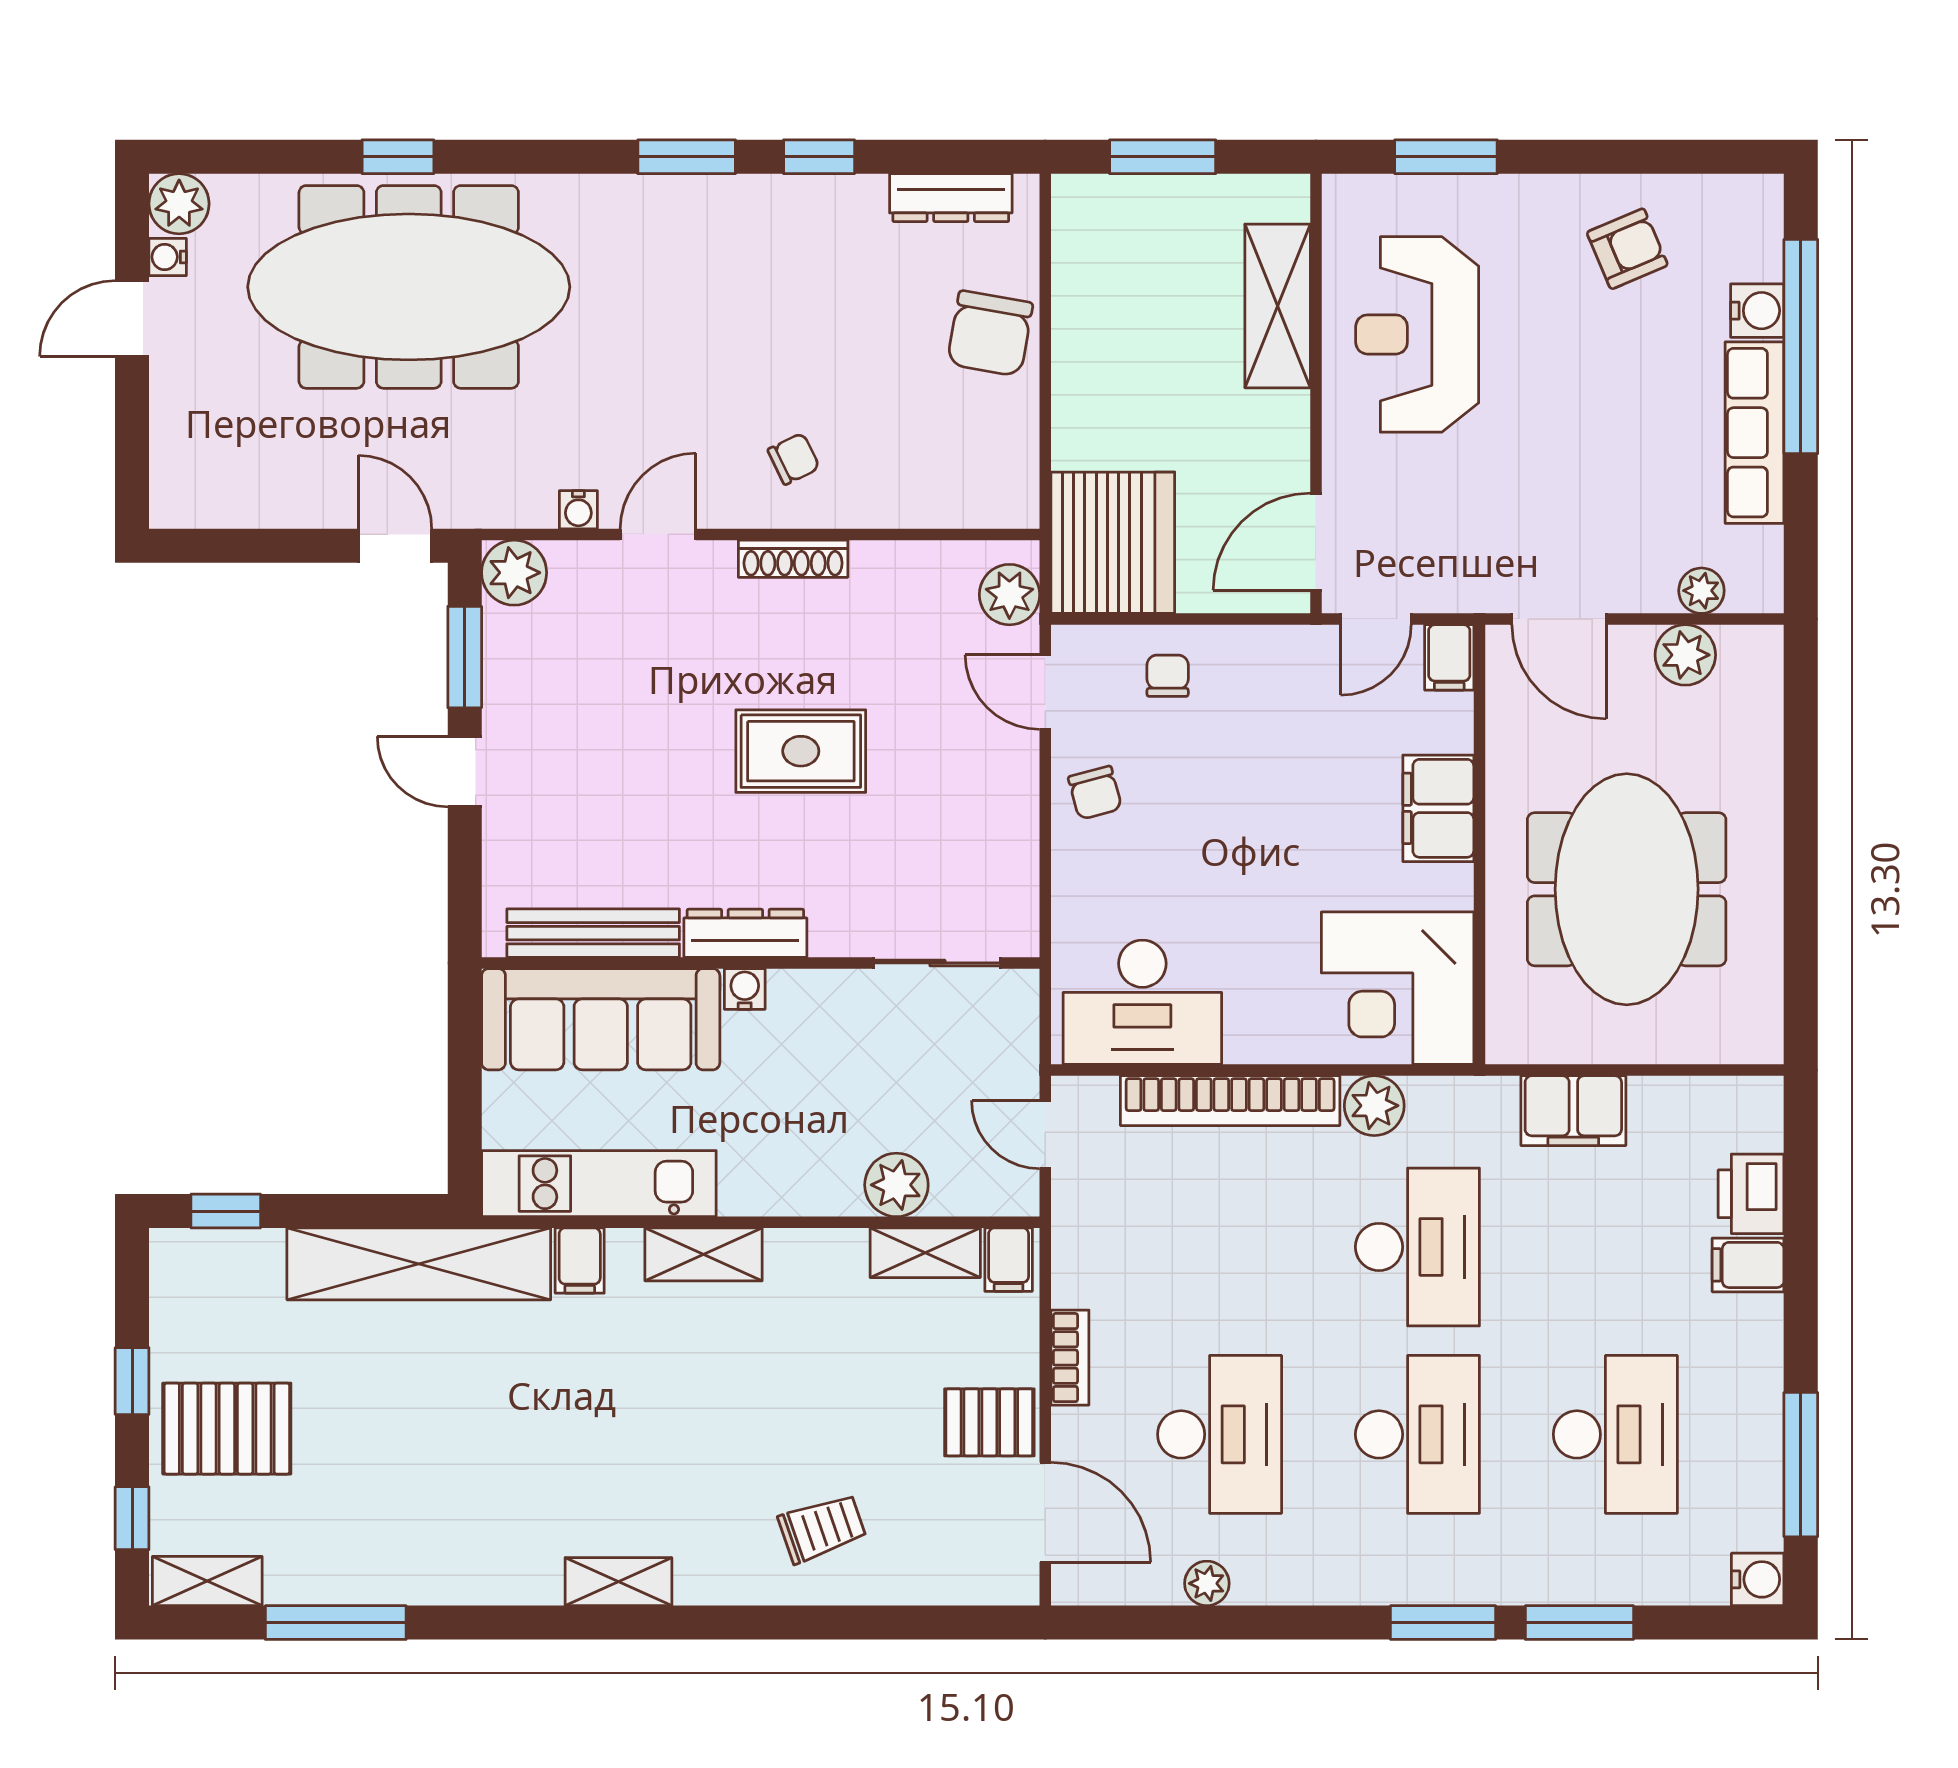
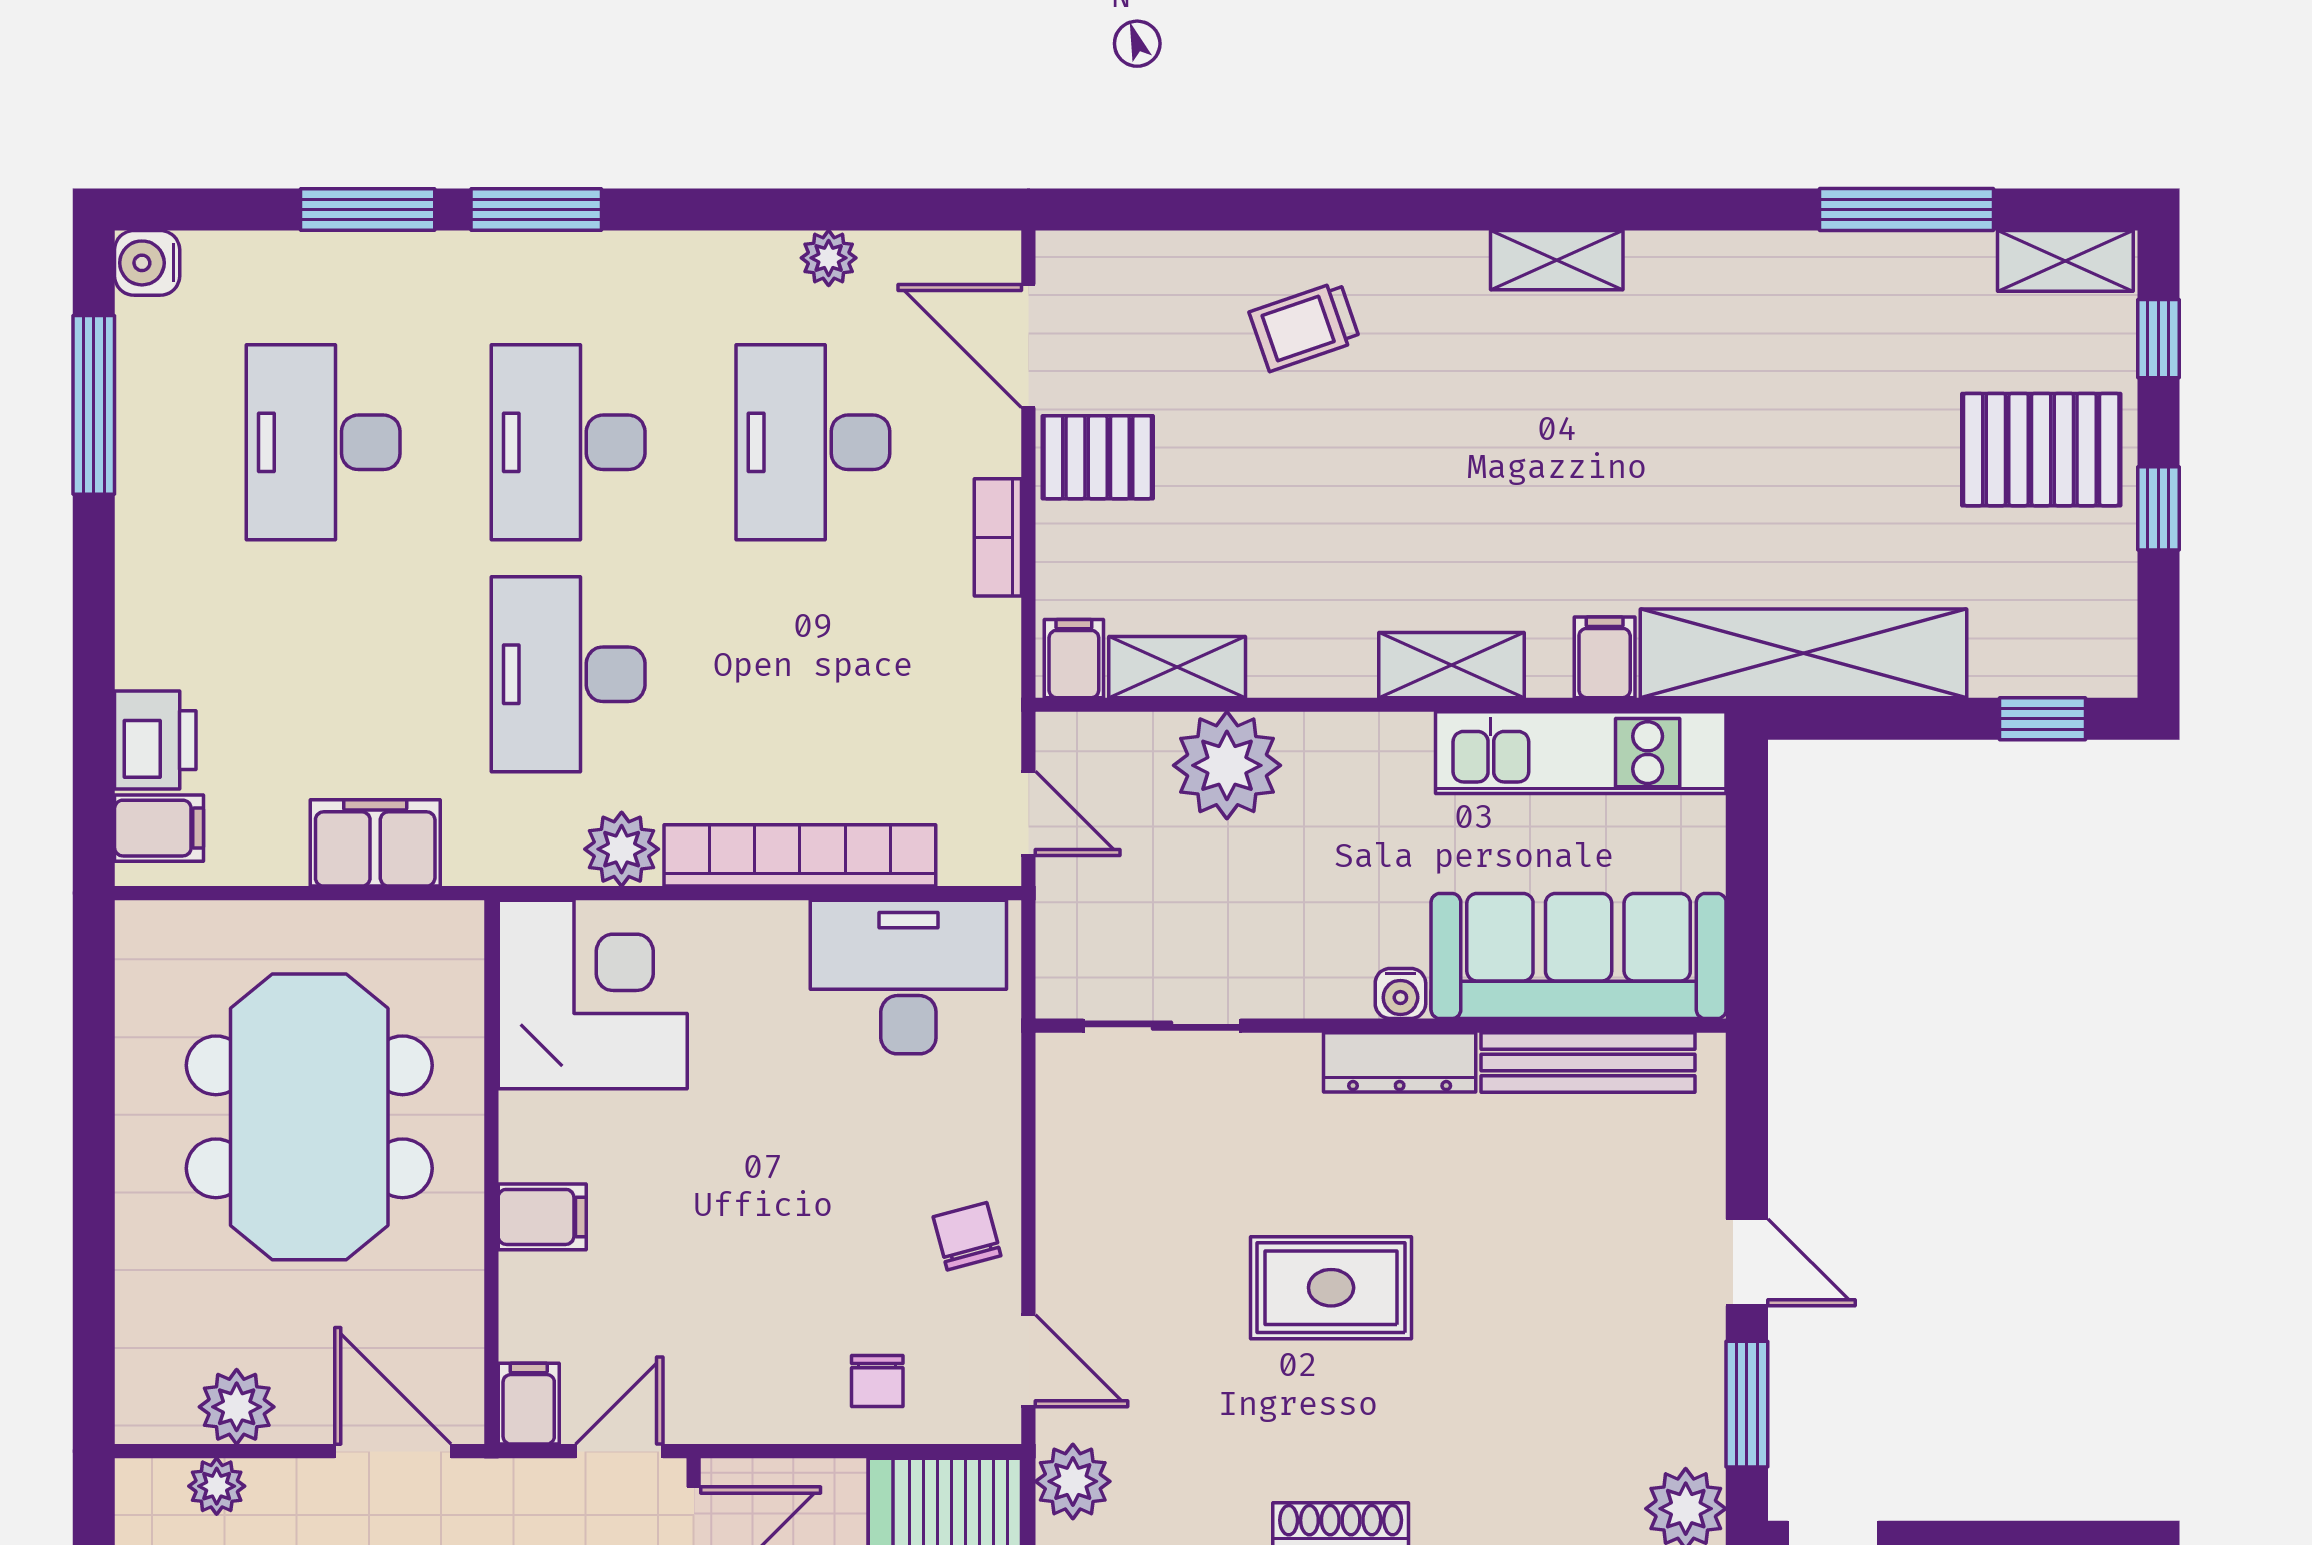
filing cabinet: (1438, 808) -> (542, 1217), width x0.50
plant: (896, 1185) -> (1227, 765), width x1.36, depth x1.36
filing cabinet: (1748, 1265) -> (159, 828), moved

